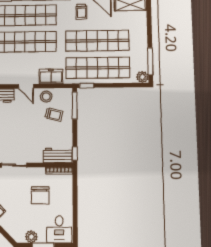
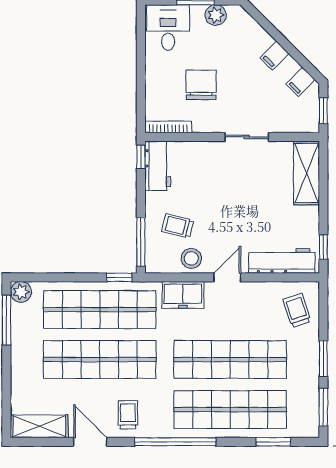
door: (26, 86) -> (227, 277), hinge flipped
workbench: (58, 155) -> (158, 166), moved, turned -90

